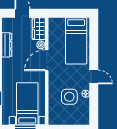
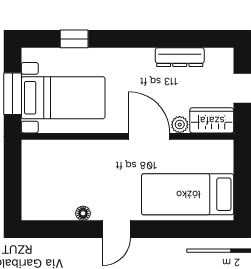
side table: (69, 97) -> (77, 181), removed

